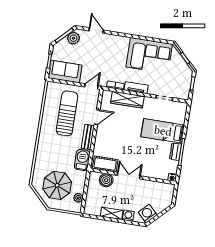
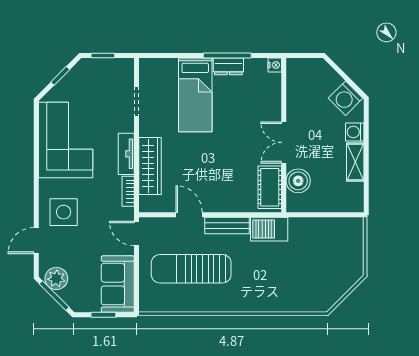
side table: (109, 48) -> (64, 212), added
parasol: (57, 185) -> (321, 266), removed
plant: (78, 198) -> (337, 225), removed

